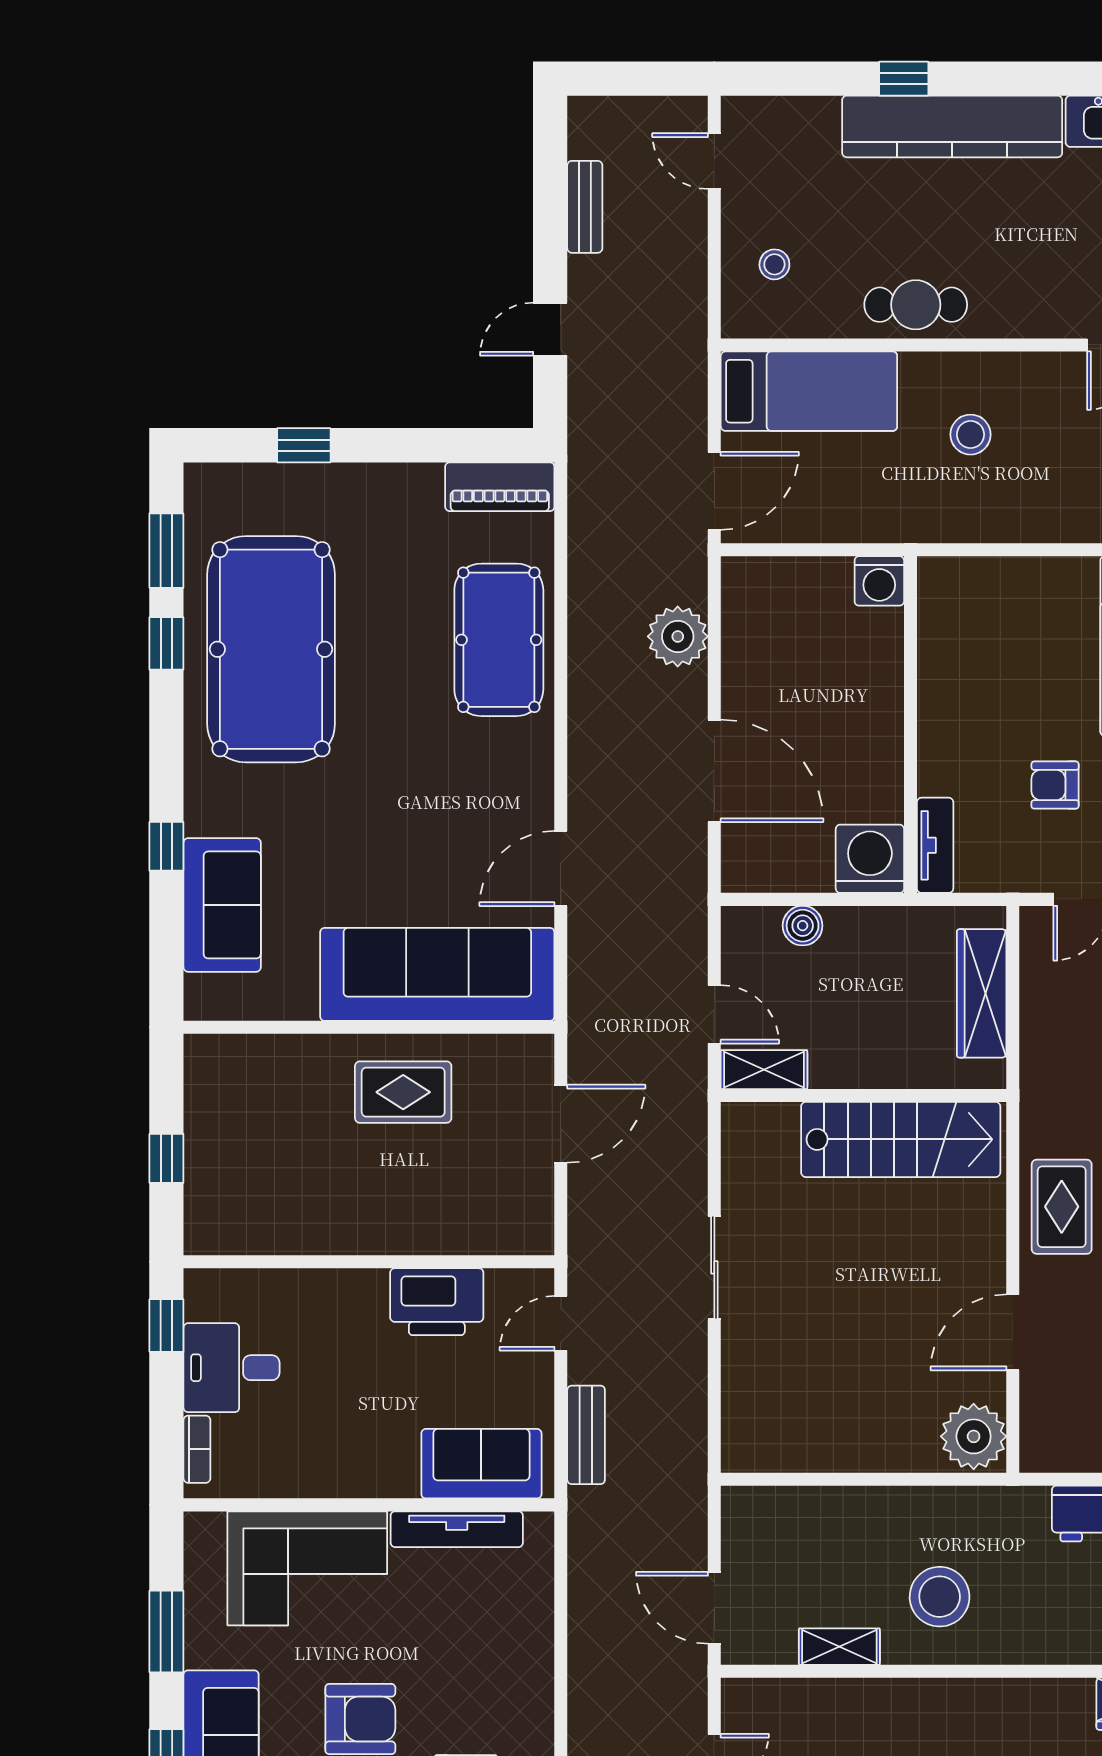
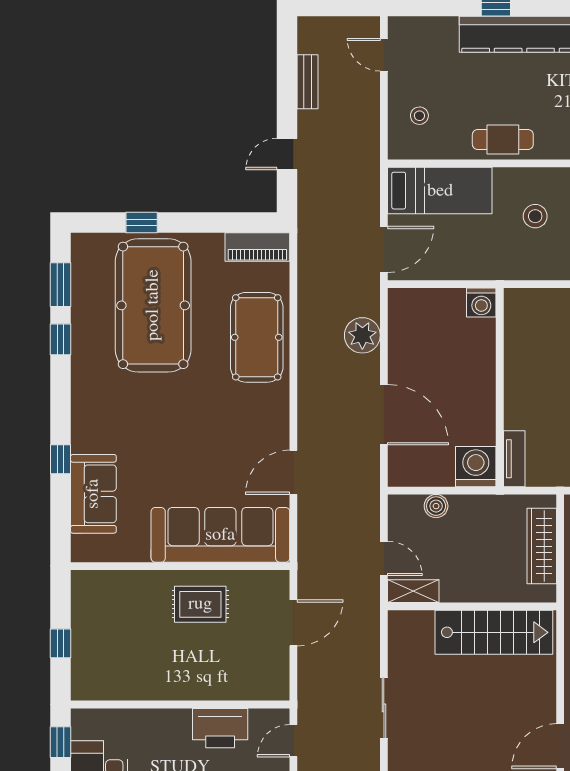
pool table: (271, 649) -> (153, 305), moved

